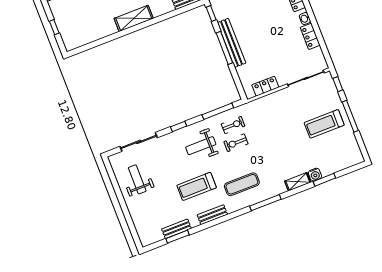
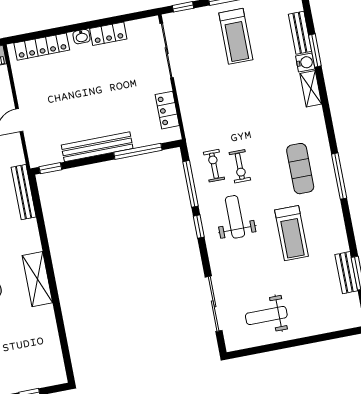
window: (224, 48) -> (138, 151), moved
window: (179, 126) -> (199, 227), moved
weight bench: (201, 146) -> (235, 217), turned 180
window: (265, 203) -> (339, 176), moved
bench: (212, 215) -> (300, 33), moved

